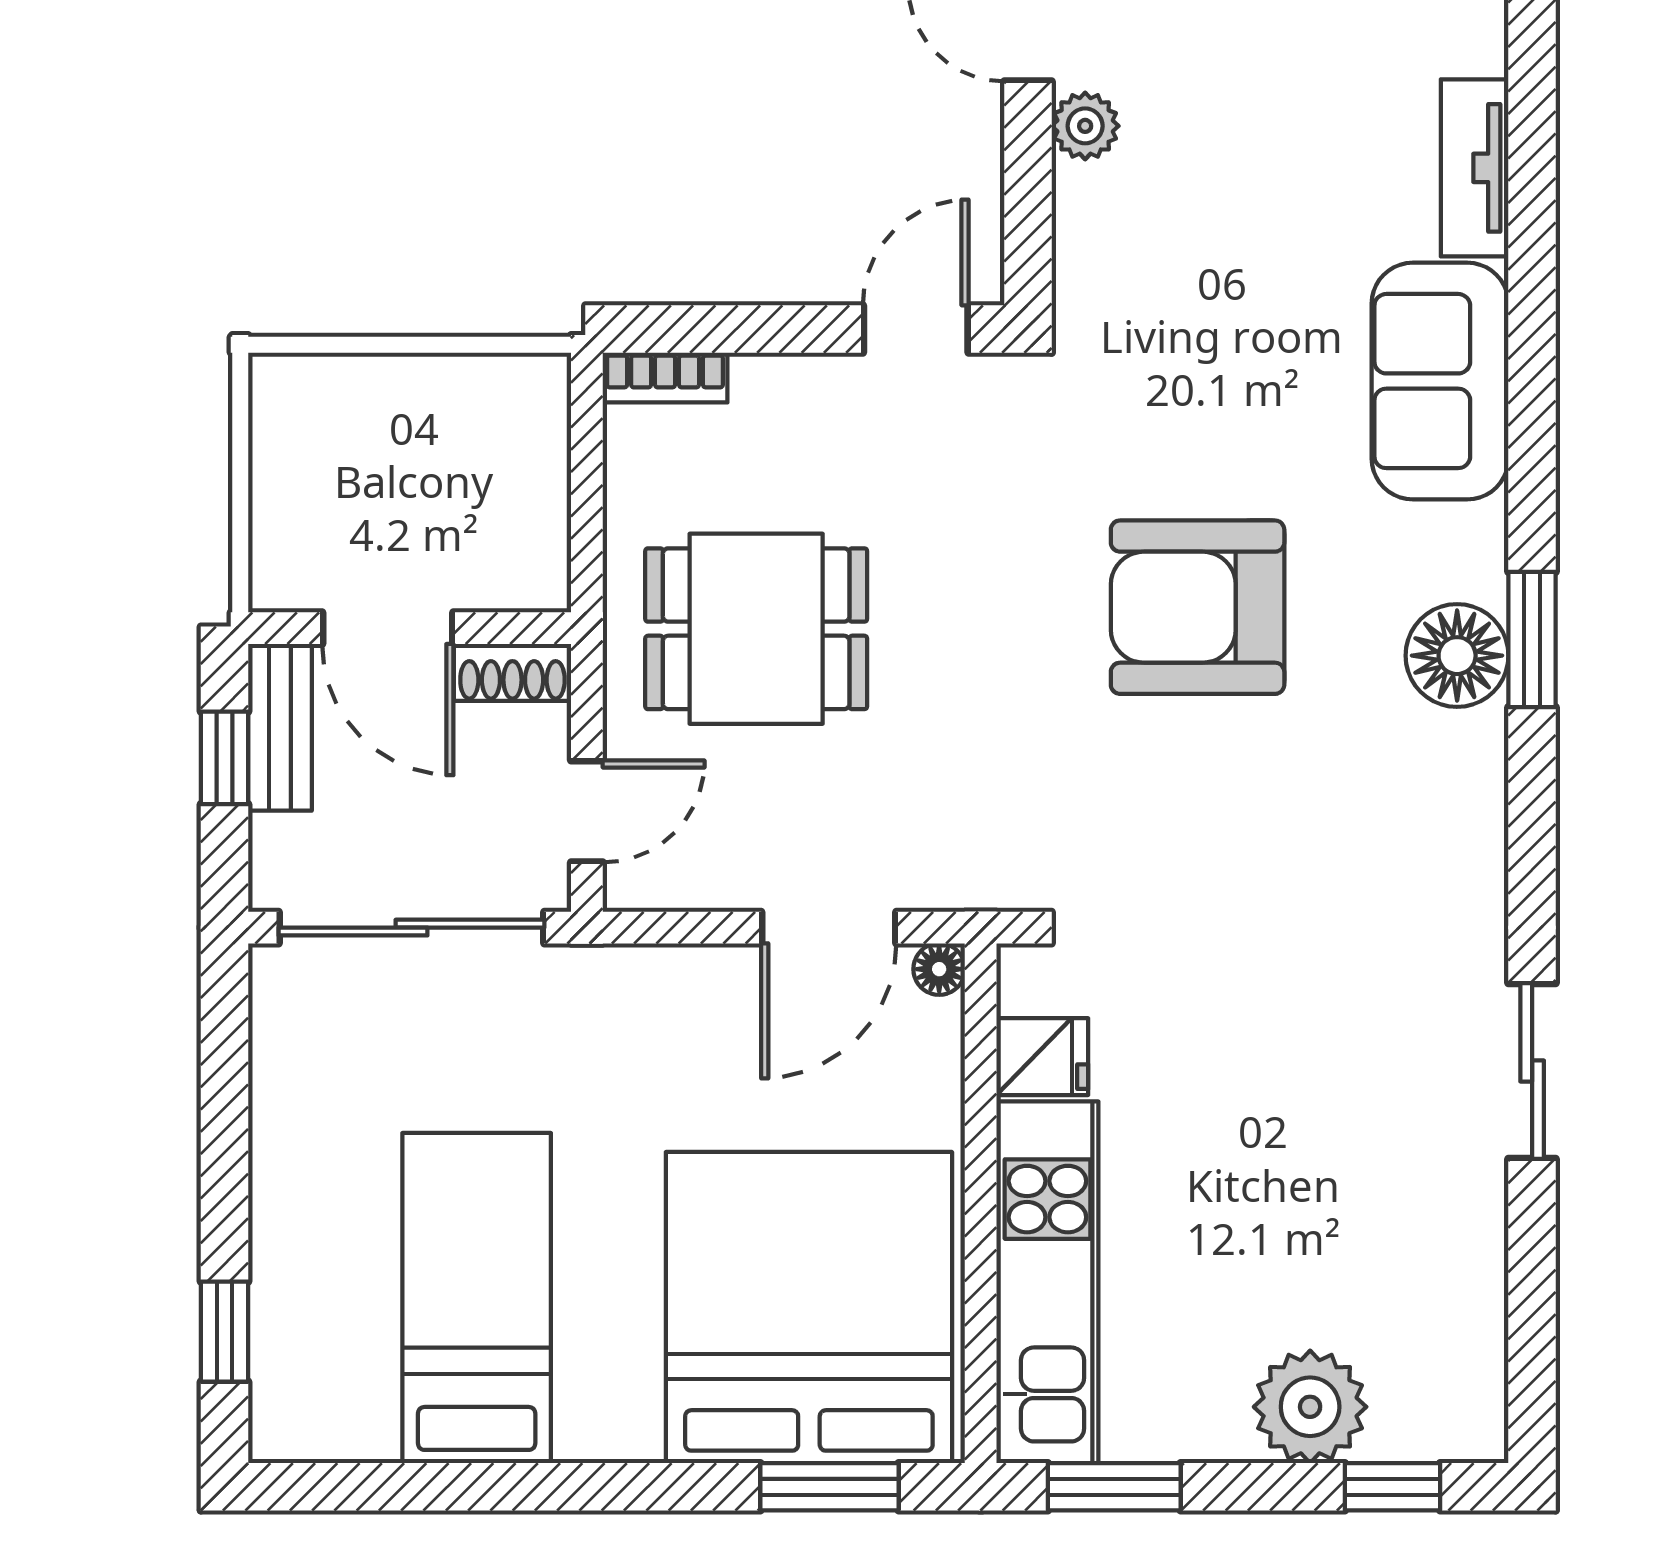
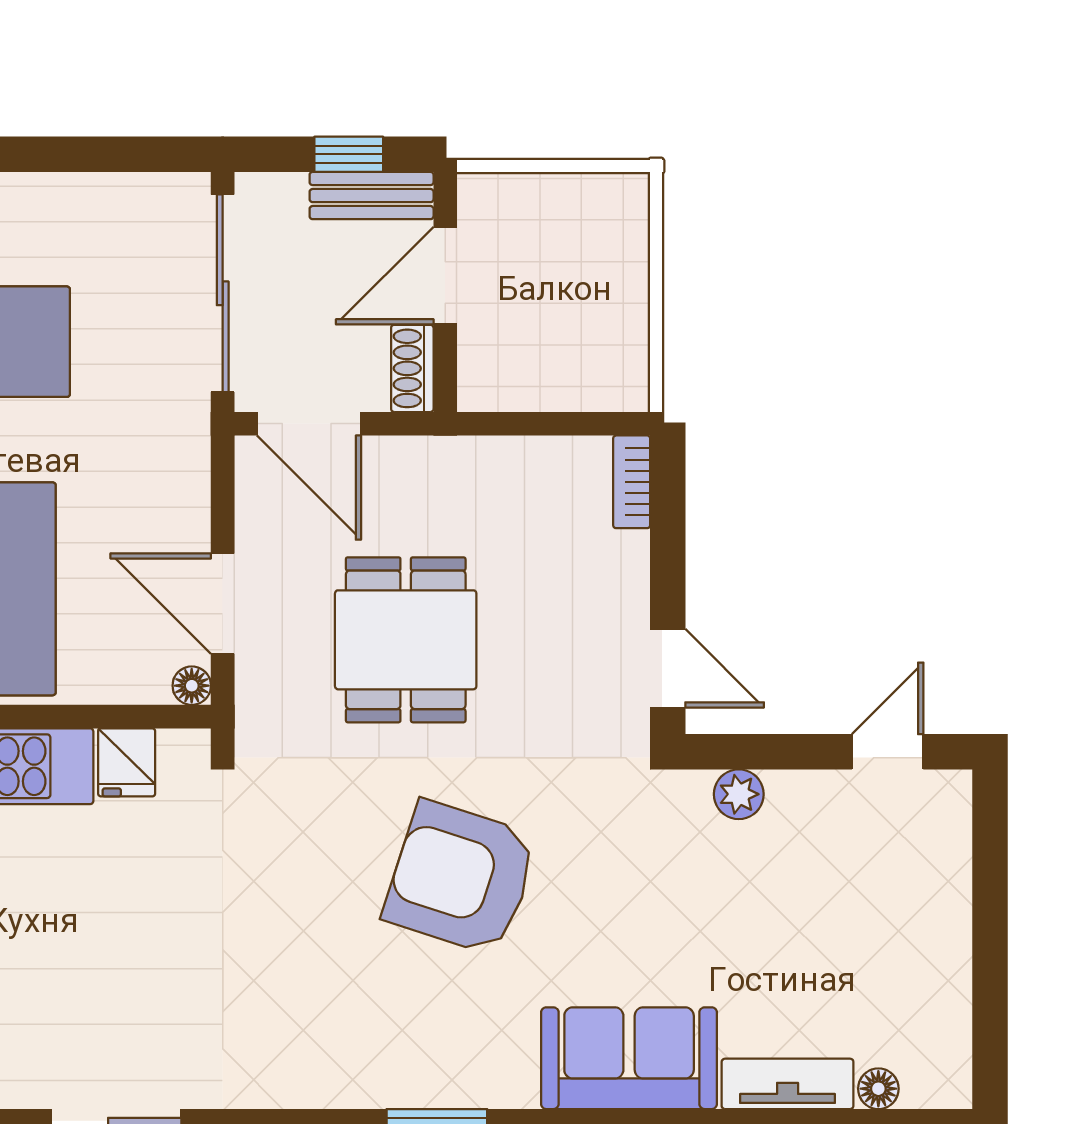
plant: (1085, 126) -> (739, 794), moved
armchair: (1198, 607) -> (461, 878), turned -72
dining table: (756, 629) -> (406, 640), moved
floor lamp: (1457, 656) -> (878, 1089), moved, width x0.53, depth x0.53
door: (587, 811) -> (309, 424), width x1.38

